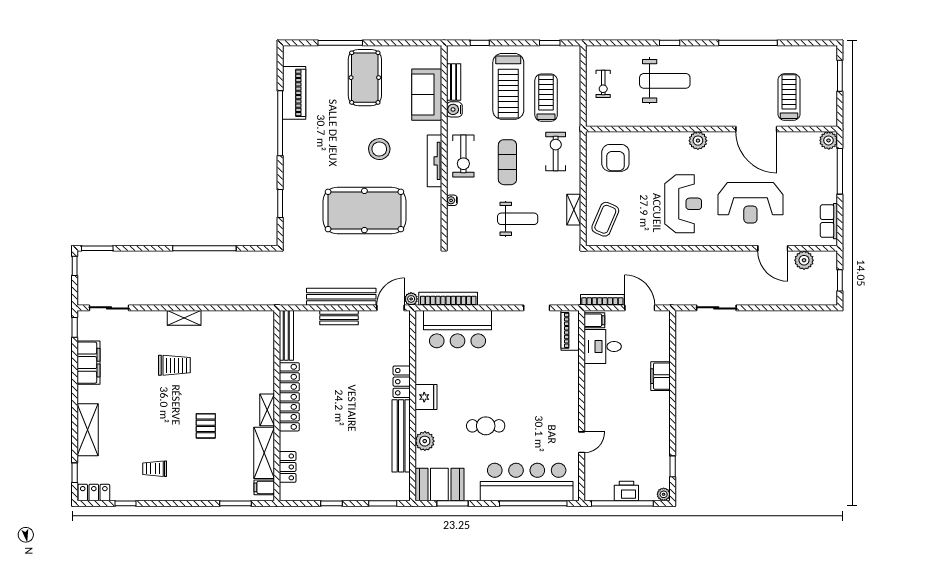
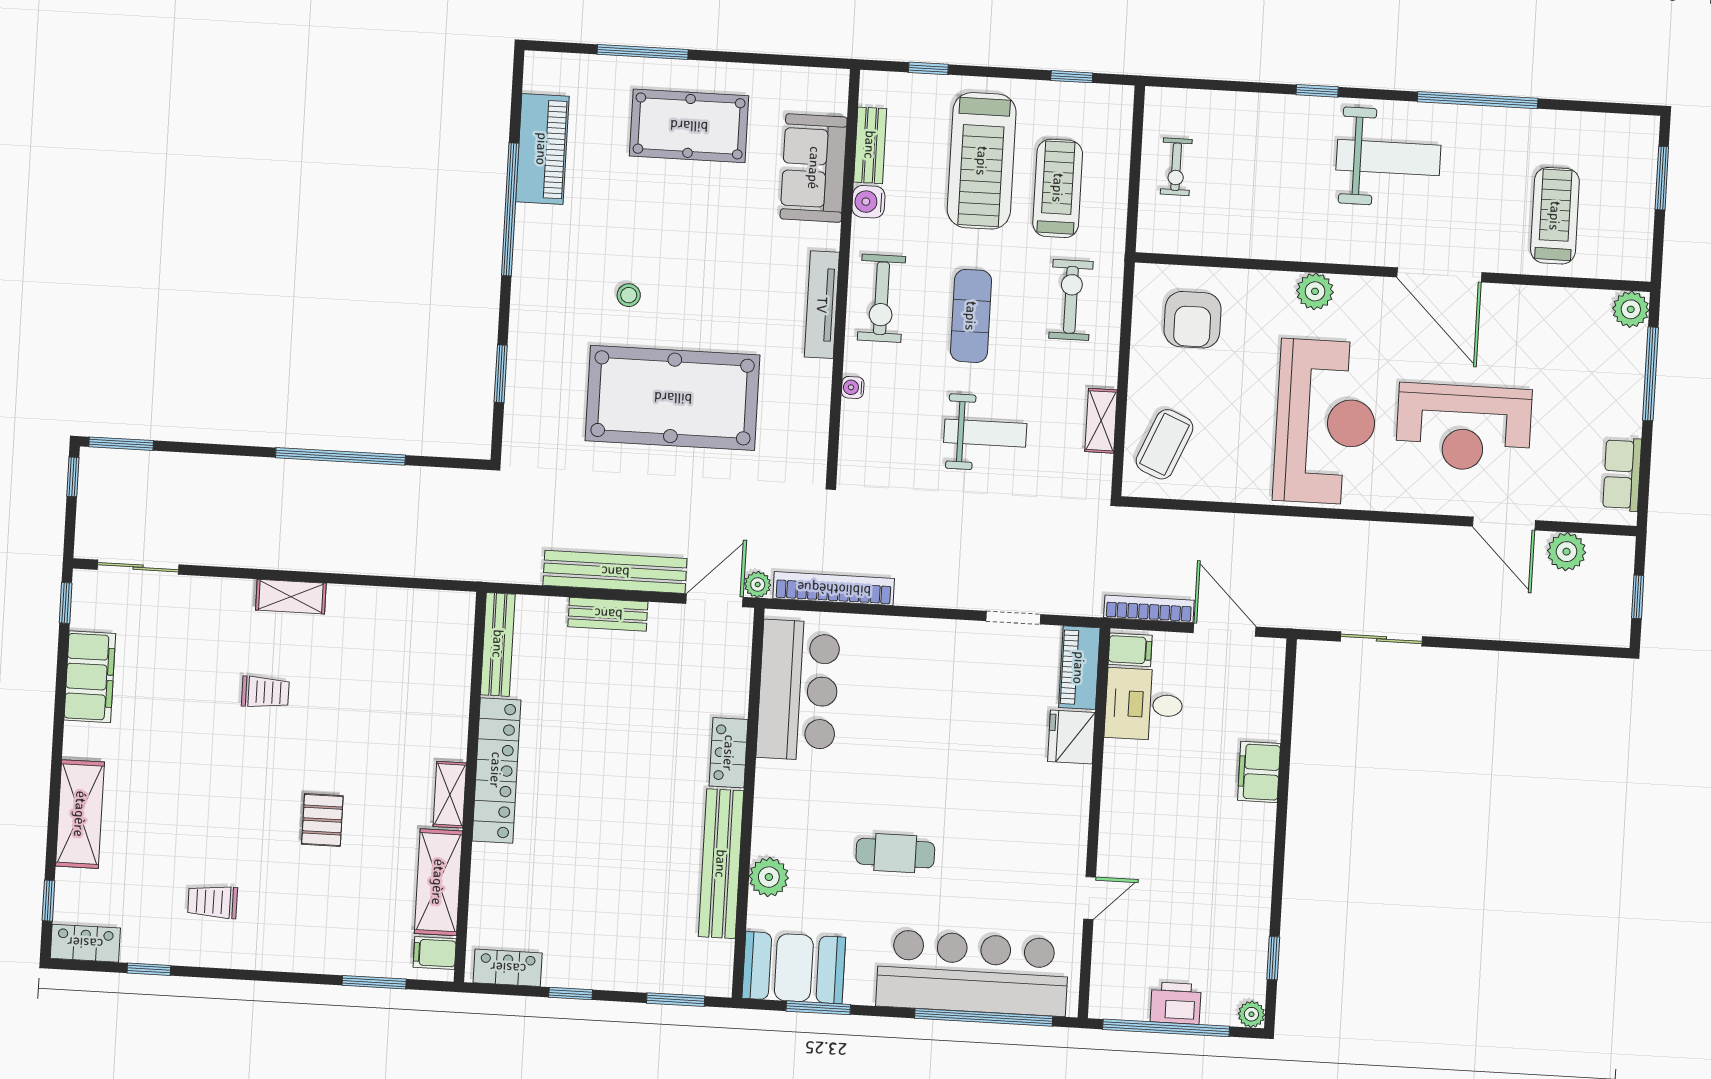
pool table: (365, 78) -> (689, 126), turned 90
weight bench: (665, 81) -> (1388, 158), moved
door: (756, 129) -> (1439, 275), moved
plant: (698, 141) -> (1315, 291), moved
stool: (379, 149) -> (629, 295), moved, width x0.53, depth x0.53
reception desk: (683, 204) -> (1326, 422), width x1.36, depth x1.30
bar counter: (458, 329) -> (798, 690), moved, turned -90
trolley: (174, 365) -> (265, 692), width x0.73, depth x0.72
fridge: (426, 397) -> (1071, 737), moved, turned 180
locker: (288, 467) -> (508, 968), moved, turned -90

